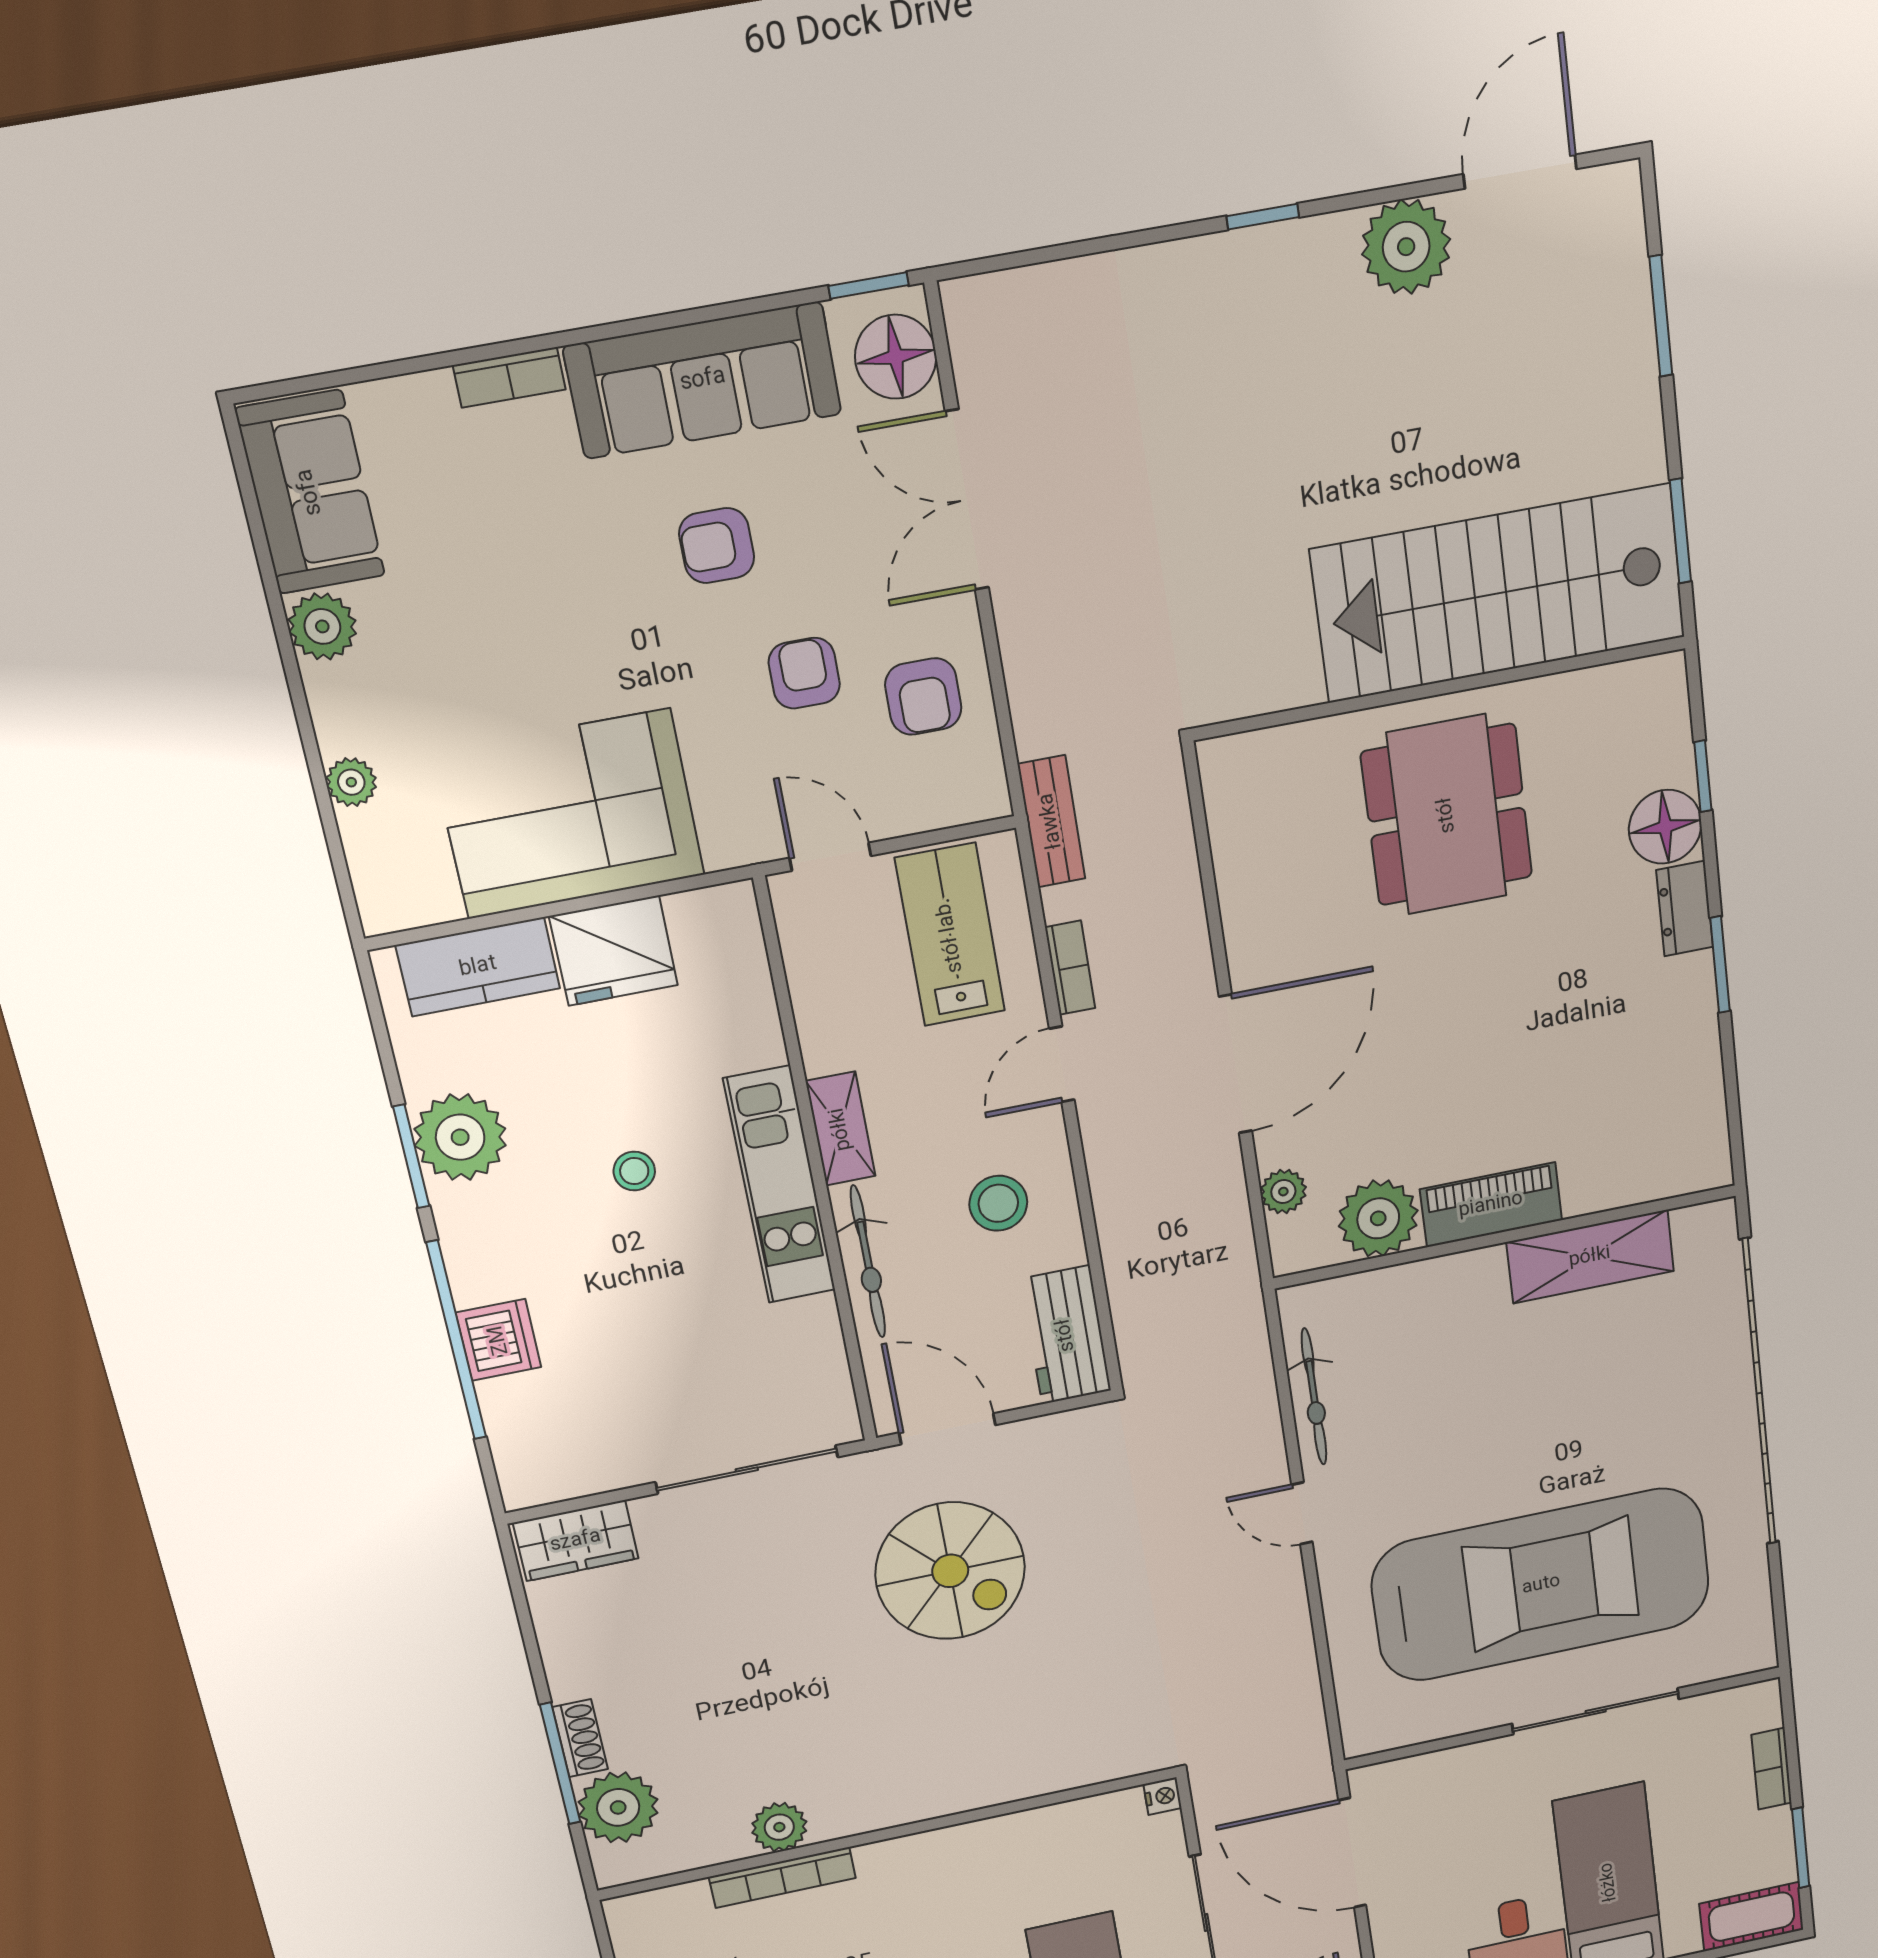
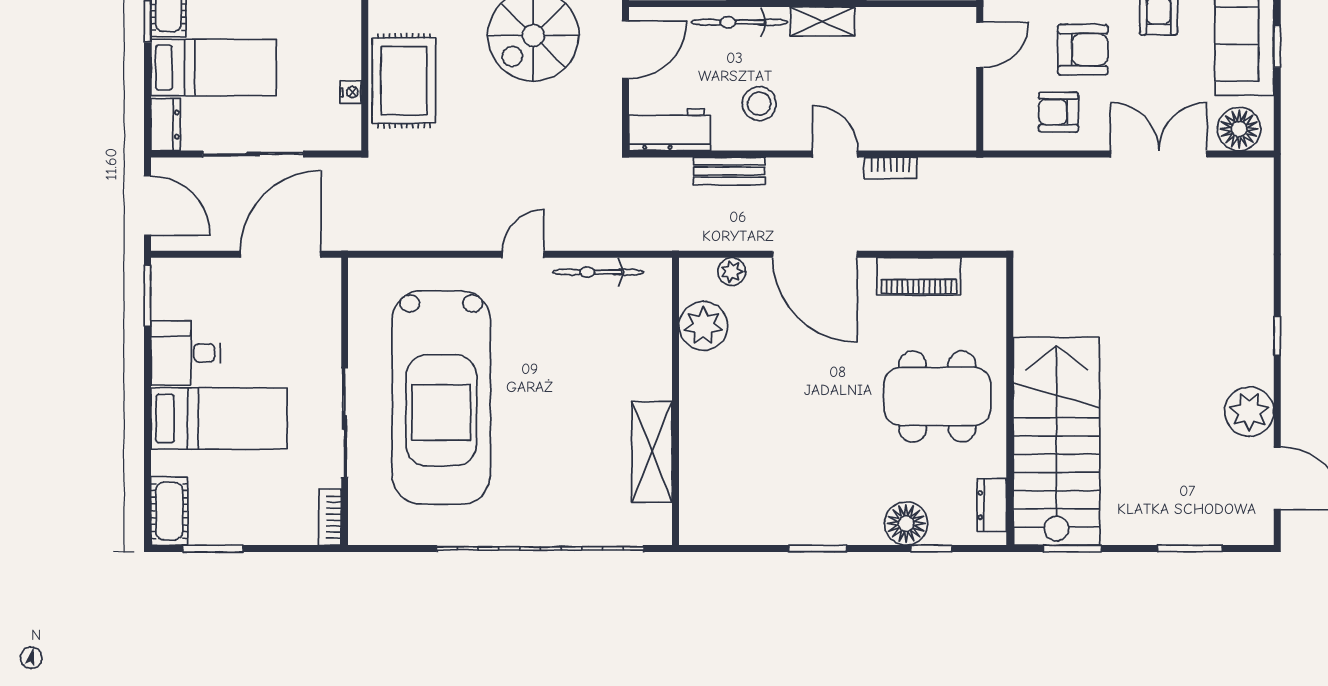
window: (869, 286) -> (1277, 46), moved
armchair: (804, 673) -> (1083, 50), width x1.38, depth x1.38
bench: (1051, 821) -> (729, 171), moved
dresser: (1685, 909) -> (992, 505), moved, turned -90
lab bench: (950, 935) -> (923, 103), removed
piano: (1491, 1205) -> (919, 276), moved, turned 90
rug: (1057, 1741) -> (404, 81), added
bookcase: (1772, 1769) -> (330, 517), moved, turned -90
nightstand: (1163, 1796) -> (351, 92), moved, turned -90

